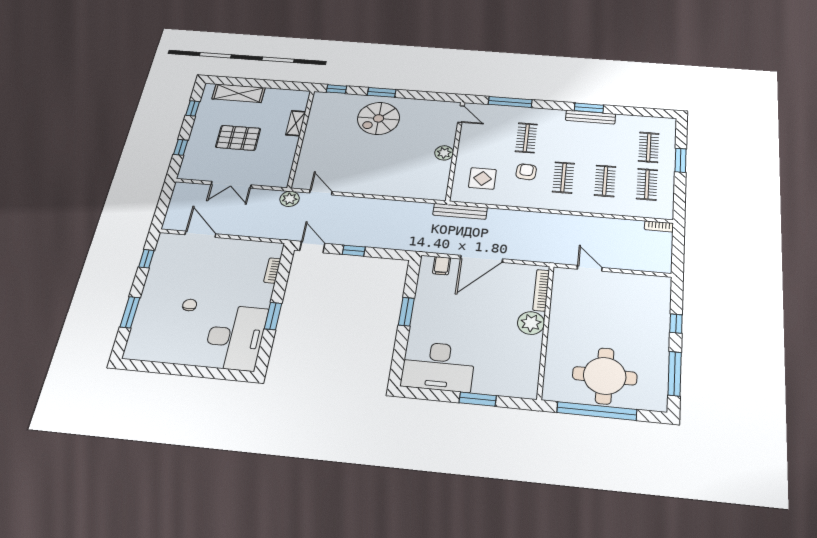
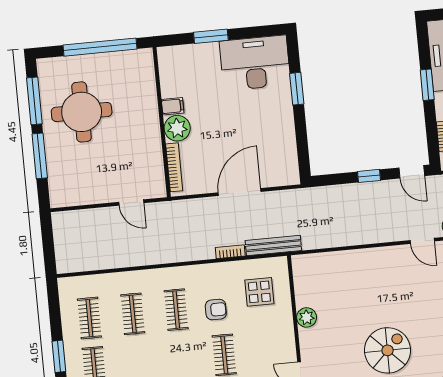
armchair: (526, 172) -> (216, 310), turned -94
bookcase: (659, 226) -> (230, 252), moved
filing cabinet: (442, 266) -> (173, 106), moved, turned 90
window: (406, 312) -> (297, 89), moved
window: (676, 324) -> (40, 156), width x2.17
round table: (605, 376) -> (82, 112), moved

